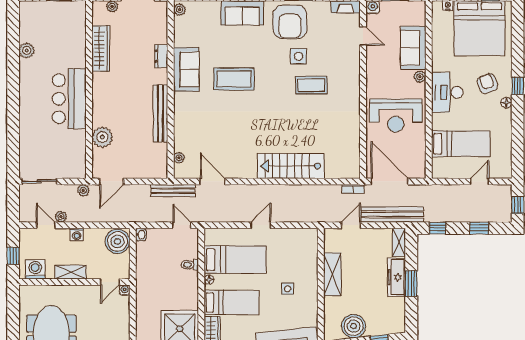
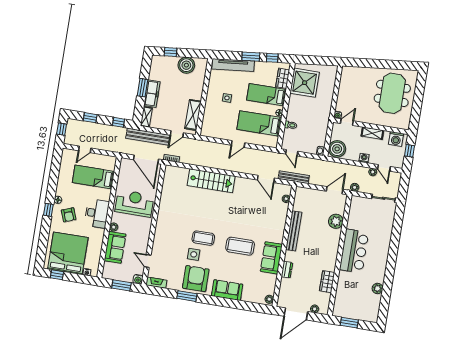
wardrobe: (101, 48) -> (327, 282), width x0.67
coffee table: (311, 85) -> (203, 238), moved
shelving: (332, 274) -> (193, 115), moved

